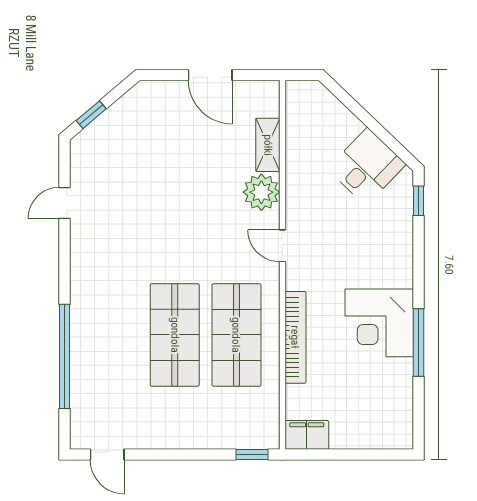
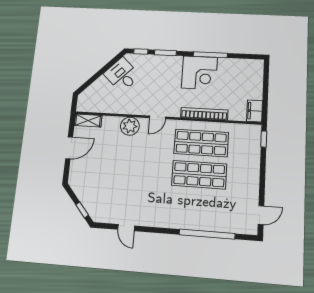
shelving: (268, 145) -> (88, 120), moved
window: (418, 251) -> (165, 53), added

